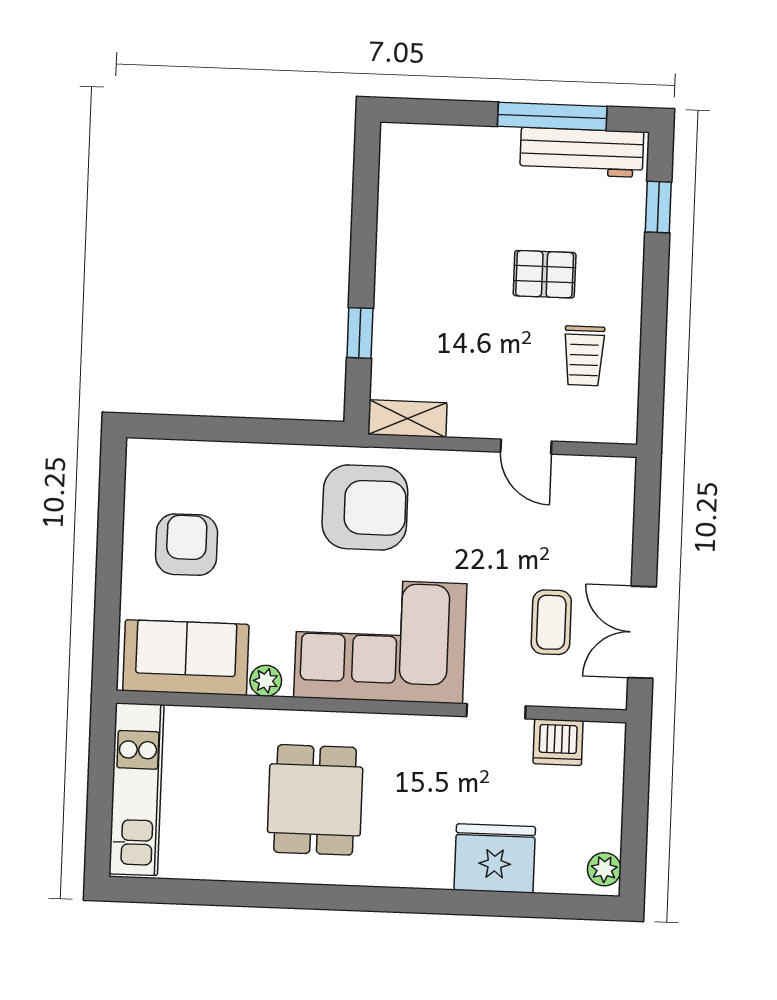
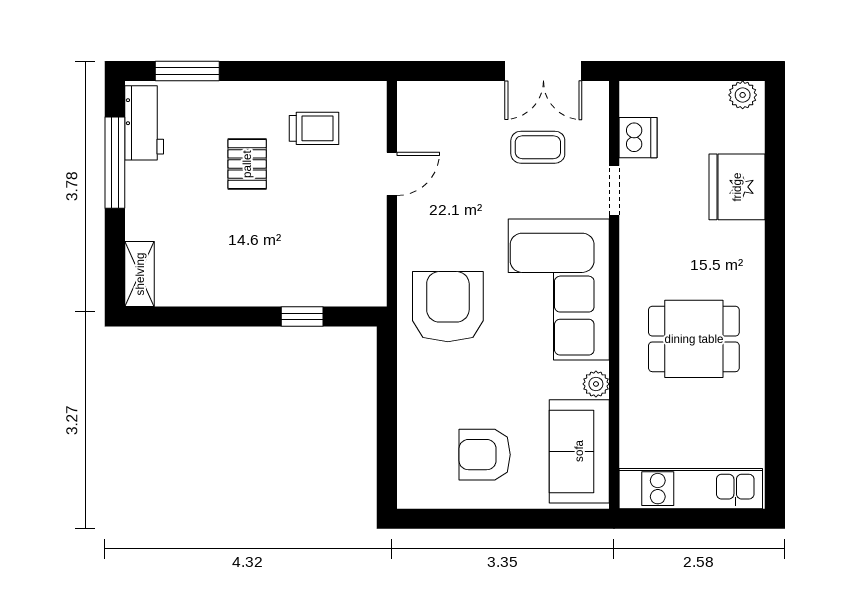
workbench: (582, 152) -> (144, 123), width x0.73
window: (658, 207) -> (187, 71), width x1.50
shelving: (407, 419) -> (140, 274), moved

